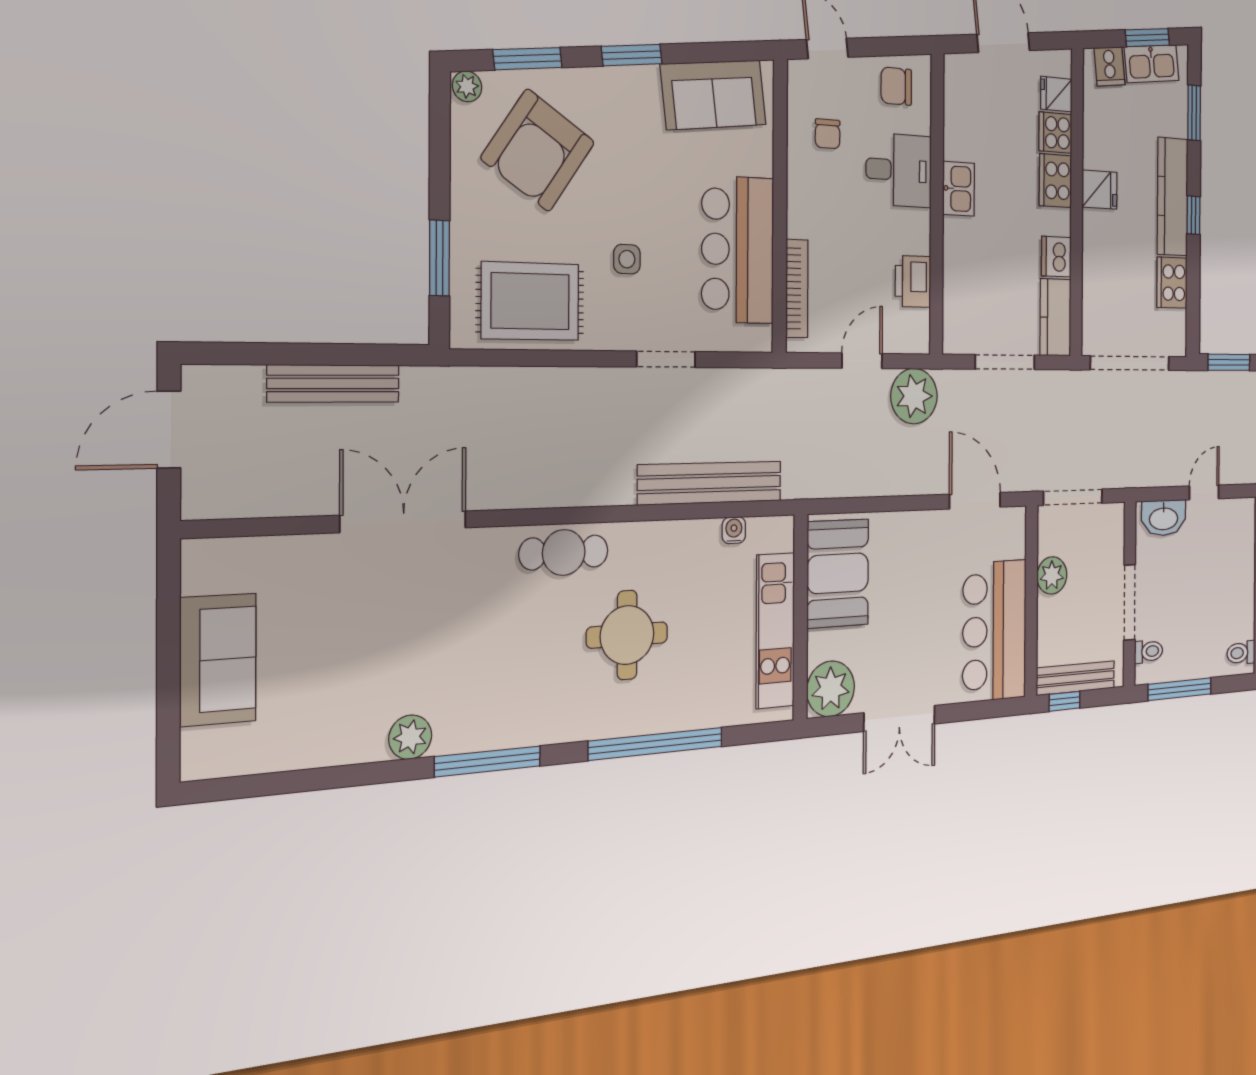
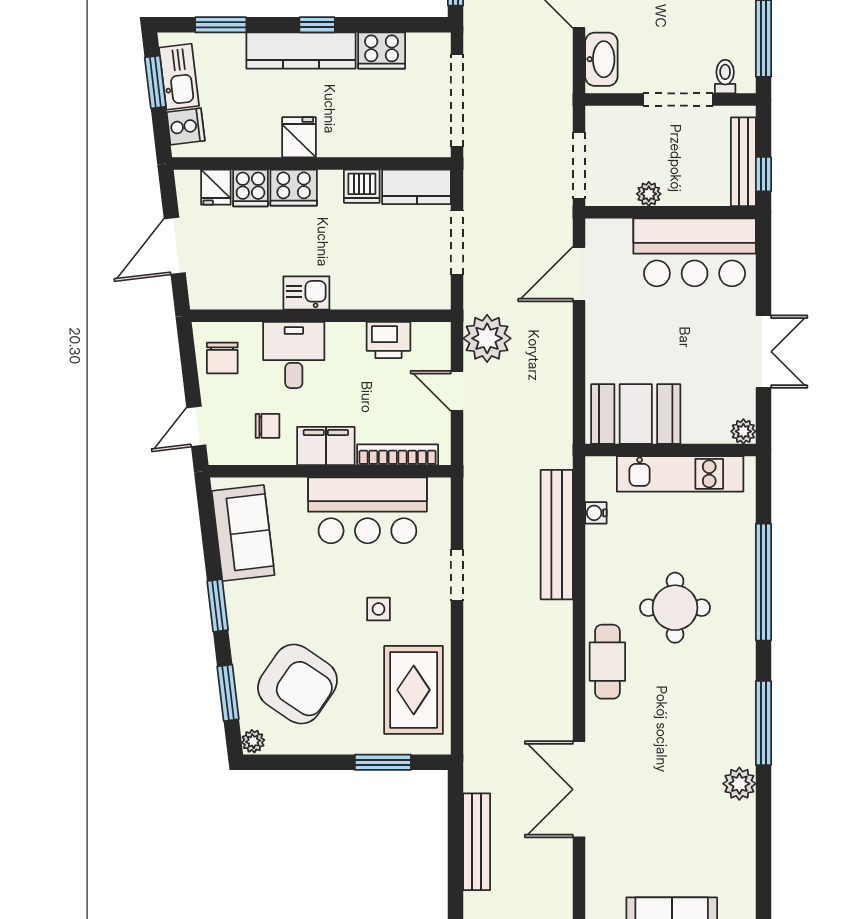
filing cabinet: (806, 202) -> (326, 446), added
plant: (1052, 575) -> (649, 194), width x0.73, depth x0.73
plant: (831, 689) -> (743, 431), width x0.53, depth x0.53

